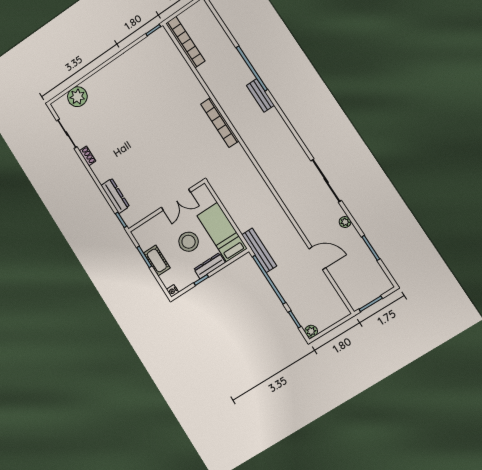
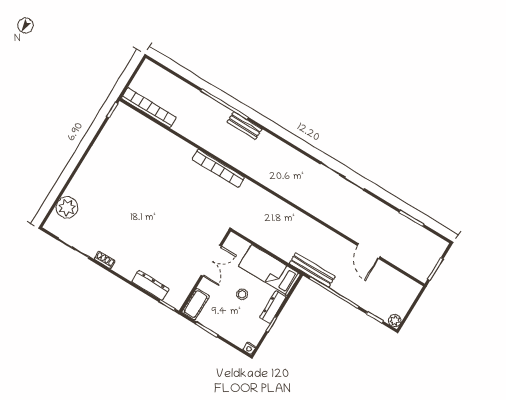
plant: (345, 222) -> (377, 206), removed
stool: (189, 242) -> (242, 294), width x0.53, depth x0.53
door: (317, 258) -> (369, 251), swing flipped
cot: (157, 261) -> (196, 304), moved, turned 90

